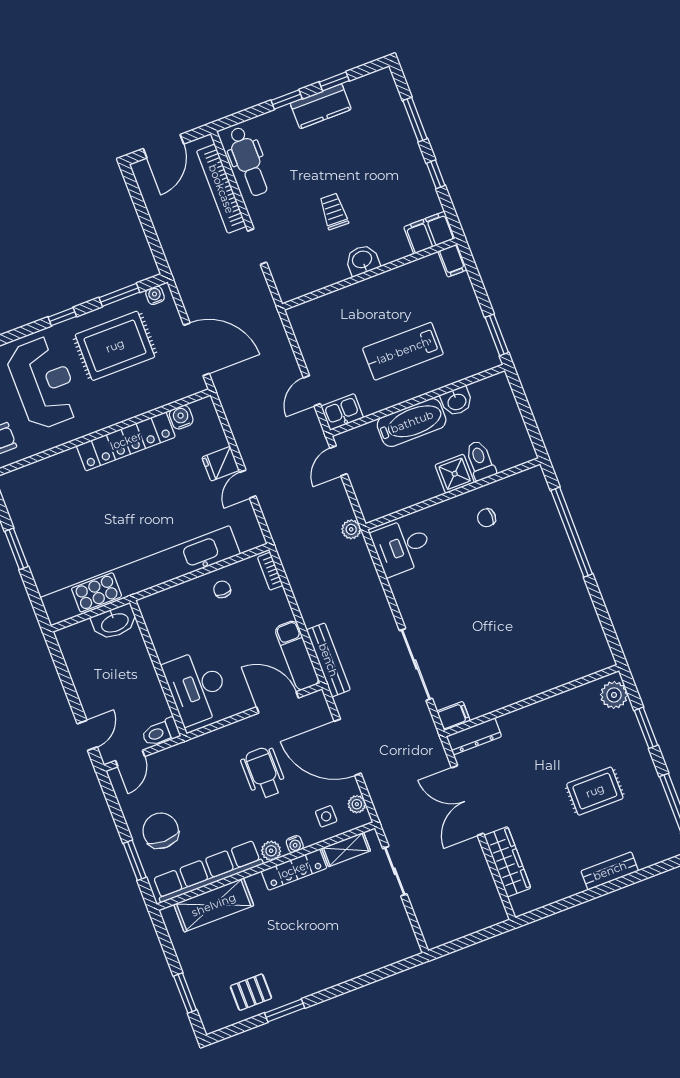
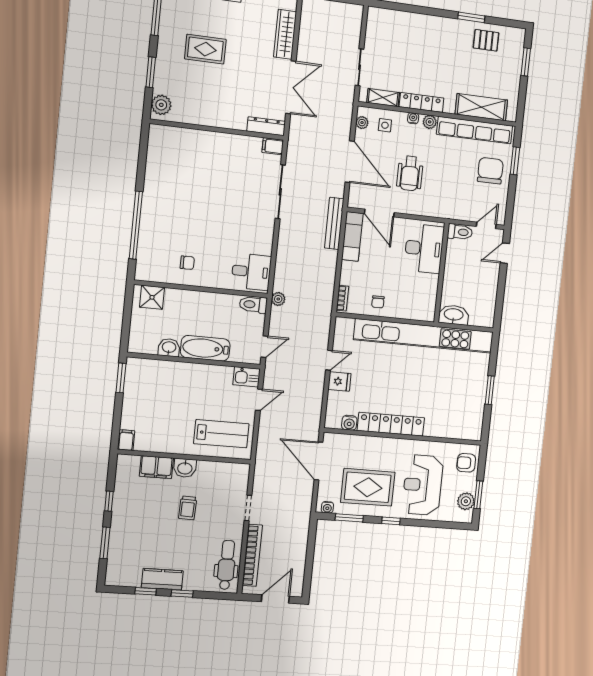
filing cabinet: (429, 233) -> (156, 467), moved
lab bench: (403, 351) -> (221, 434), moved
toilet: (480, 460) -> (253, 305), moved, turned 90
shower: (455, 474) -> (152, 297), moved
chair: (161, 831) -> (490, 171), turned 180

